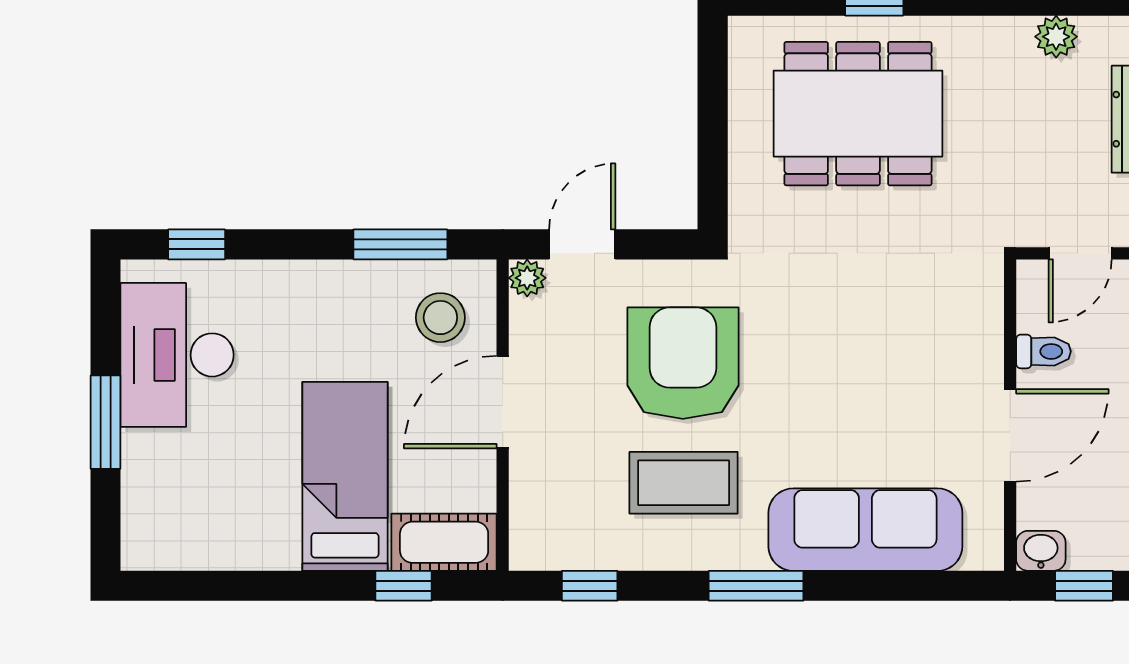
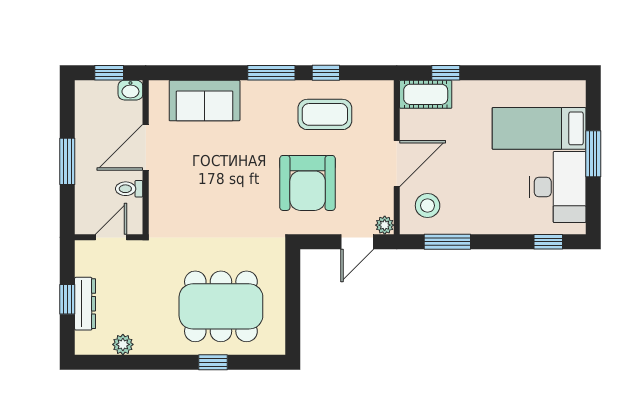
bed: (345, 476) -> (539, 128), moved, turned 90
coffee table: (684, 483) -> (325, 114), moved
sofa: (865, 530) -> (205, 101), width x0.73
window: (590, 586) -> (326, 73), moved

